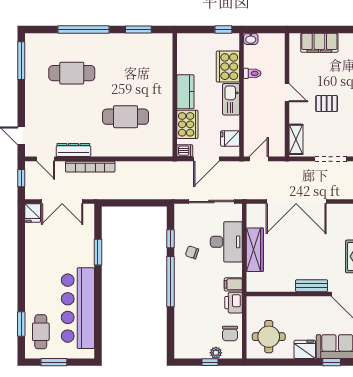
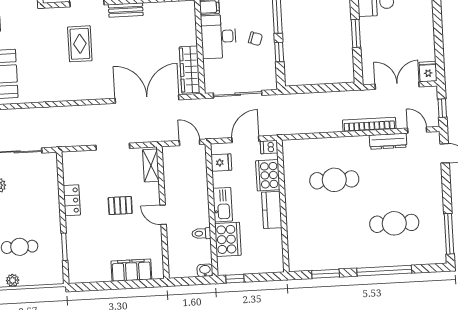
door: (259, 159) -> (190, 142), swing flipped
desk: (226, 242) -> (218, 36), moved
wardrobe: (255, 250) -> (190, 70), moved

